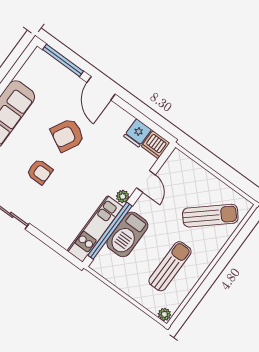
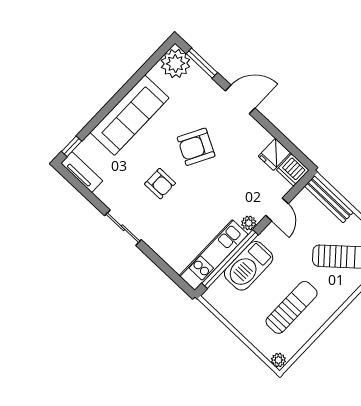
window: (63, 60) -> (202, 63), width x0.69
plant: (40, 64) -> (175, 64), added
door: (101, 88) -> (240, 99), swing flipped
bench: (191, 166) -> (329, 199), added

